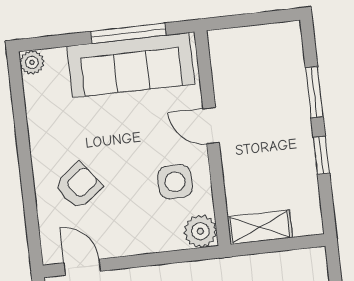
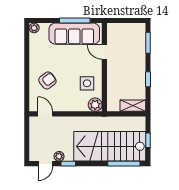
window: (314, 92) -> (148, 43), moved
door: (211, 126) -> (104, 52), moved
shelving: (260, 227) -> (133, 106), moved

